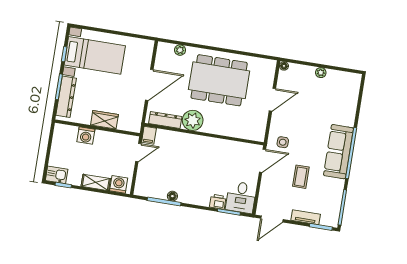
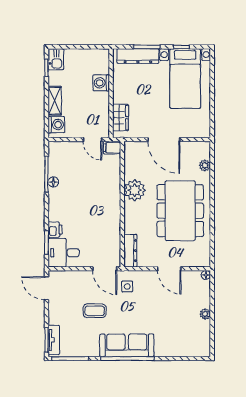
wardrobe: (104, 120) -> (120, 118), moved
dresser: (165, 120) -> (130, 251), moved
tv unit: (306, 217) -> (54, 340), moved

